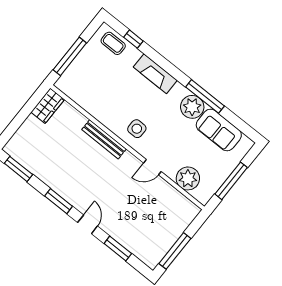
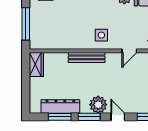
dresser: (38, 167) -> (60, 106), added
window: (18, 169) -> (60, 117), moved
plant: (78, 196) -> (98, 105), added

